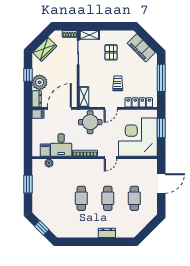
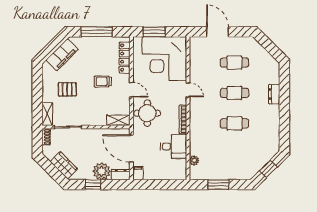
filing cabinet: (45, 150) -> (179, 165), removed

